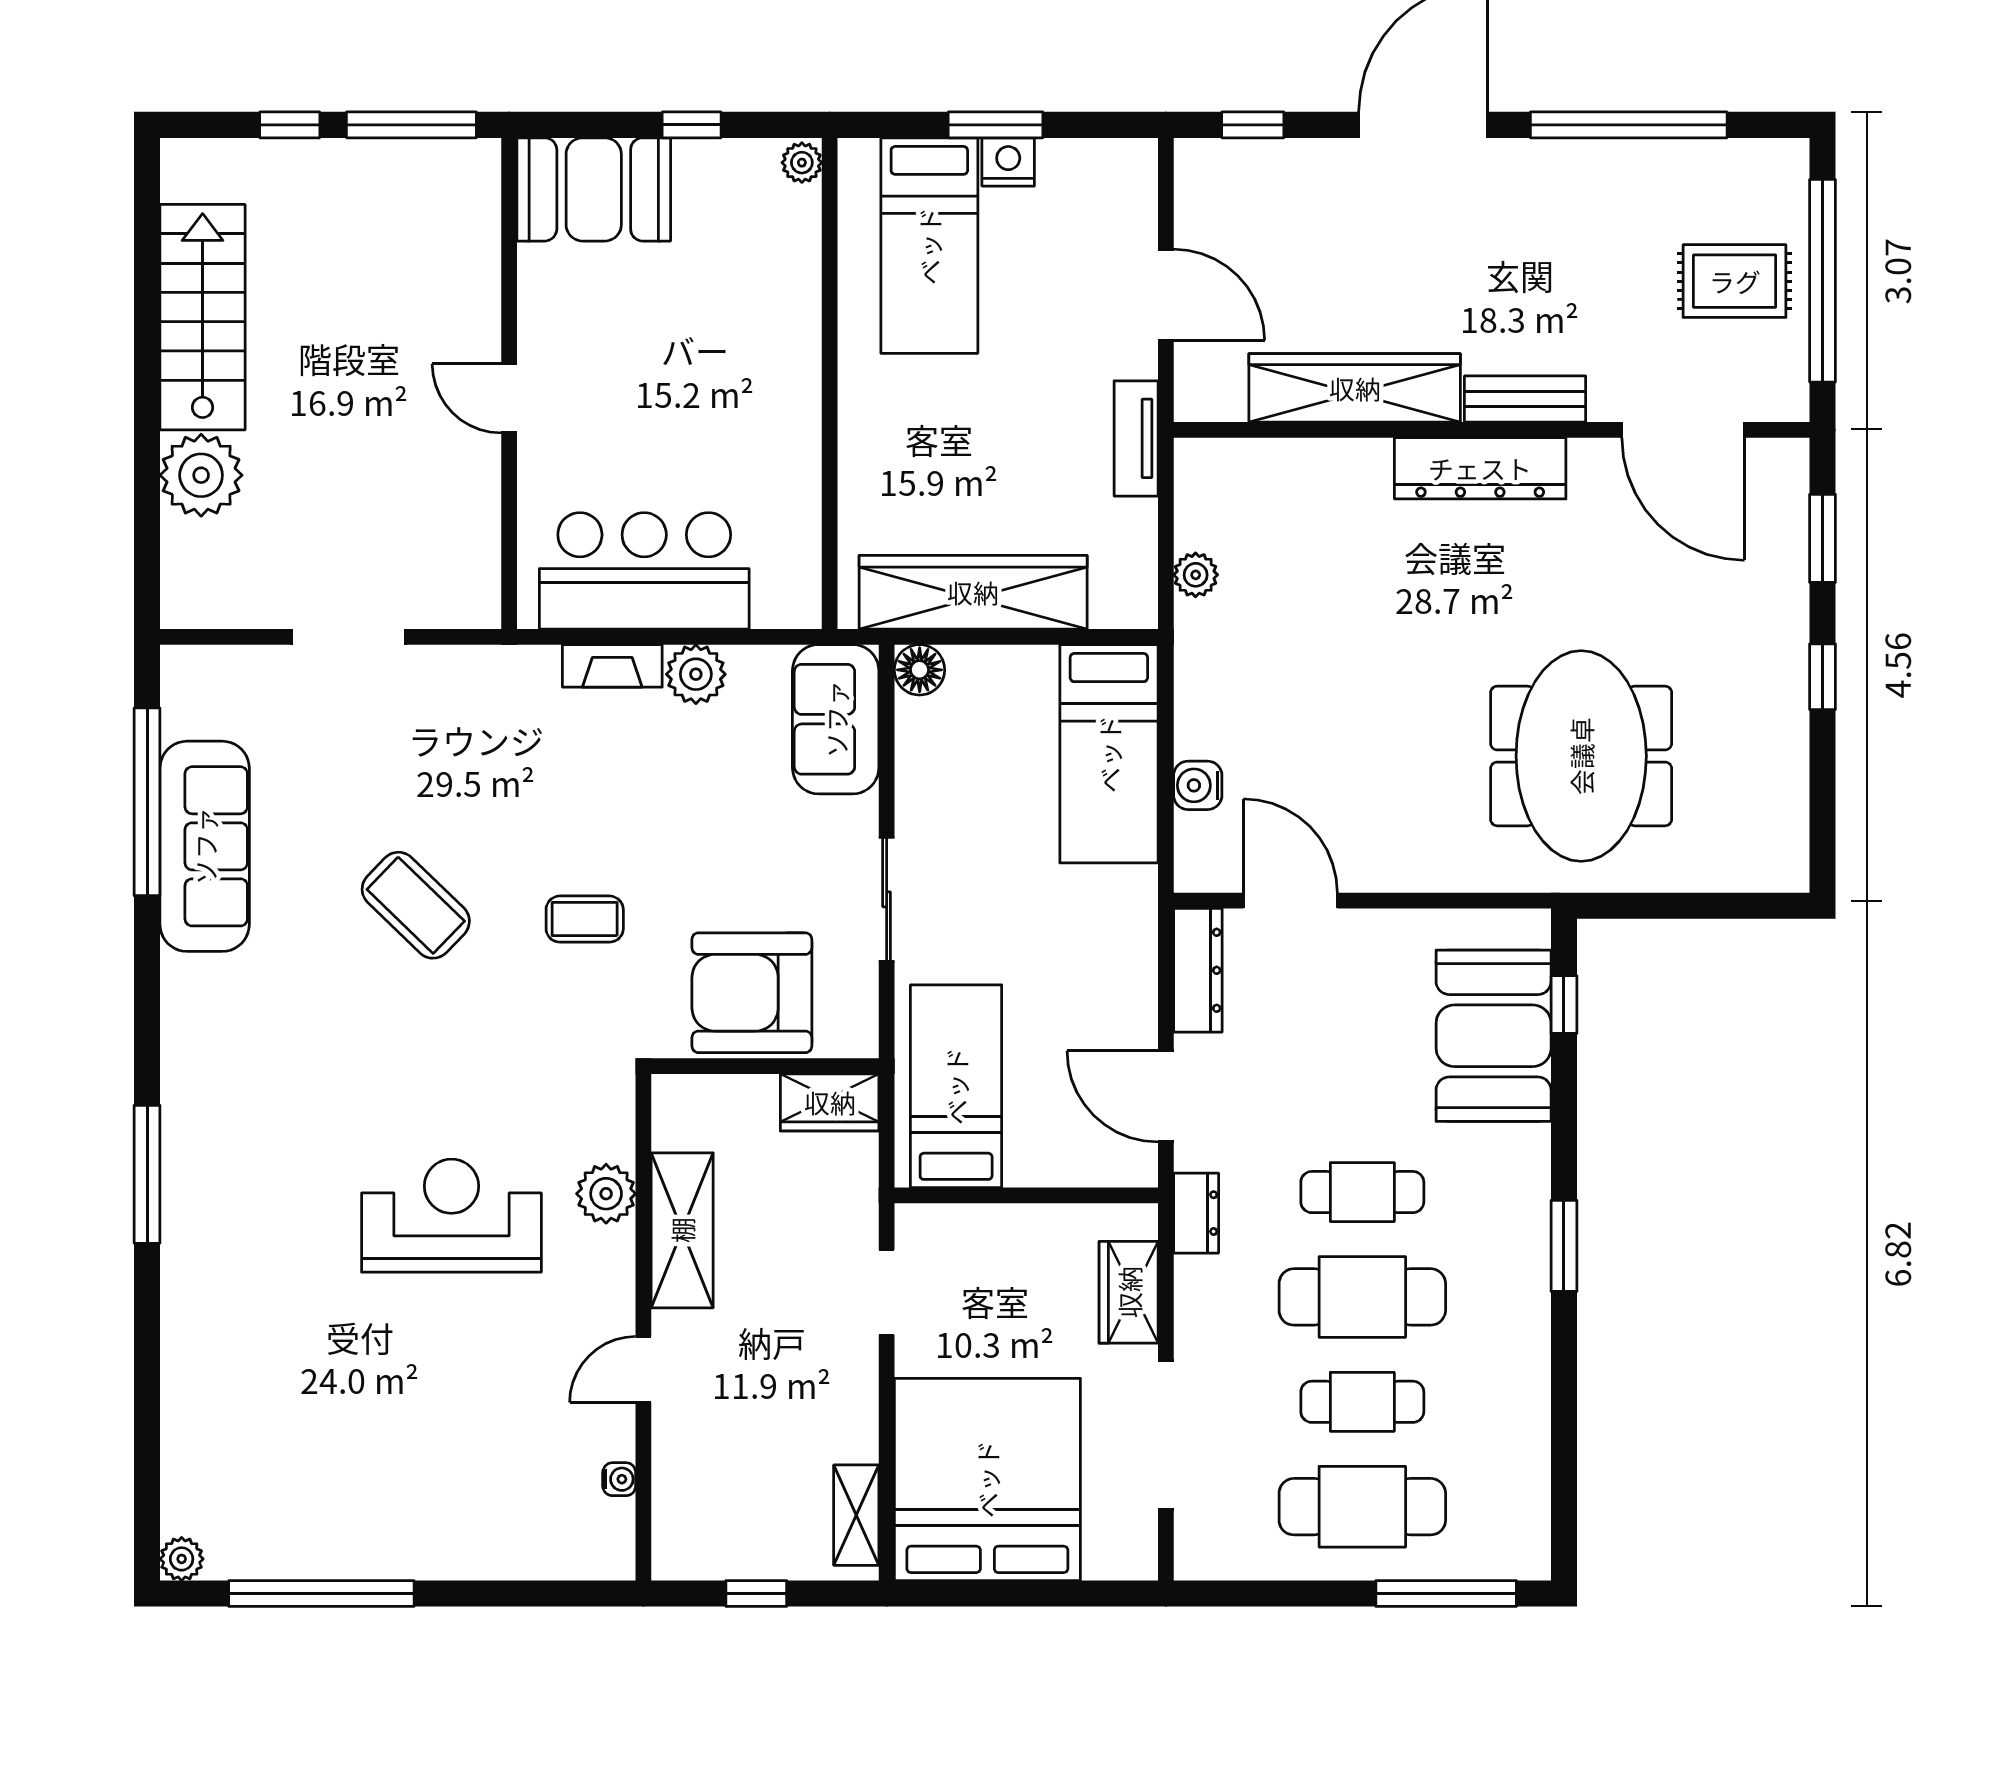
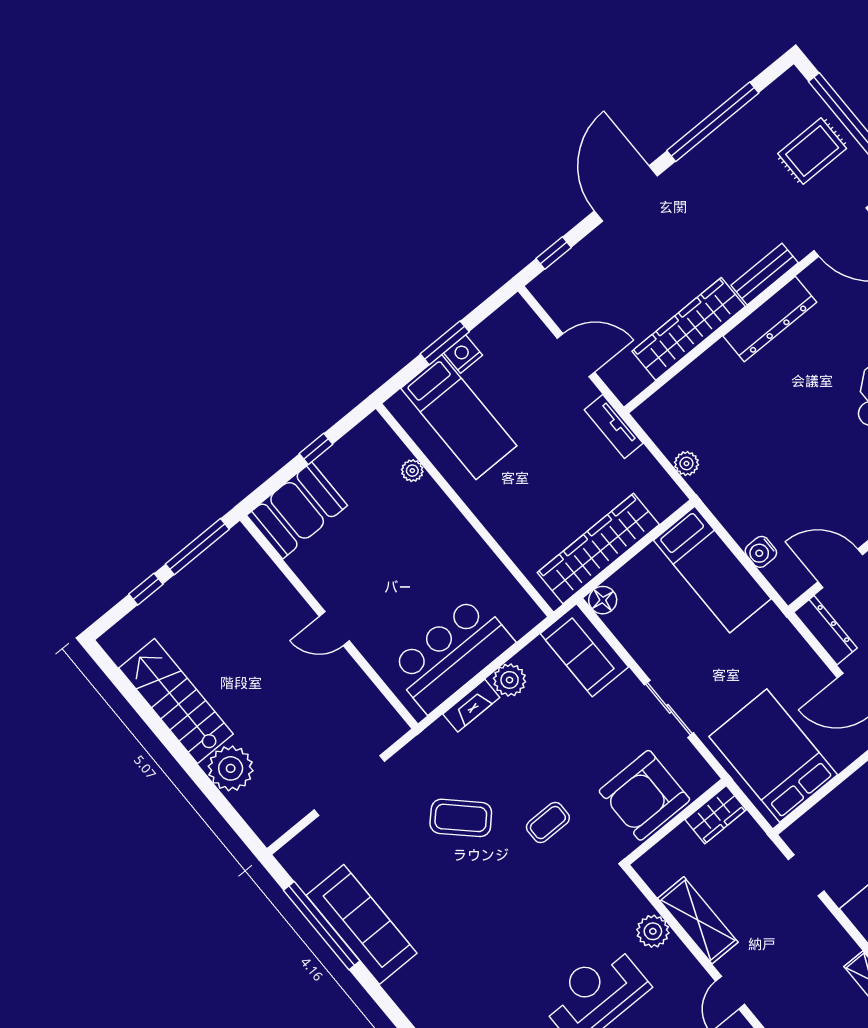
plant: (802, 163) -> (412, 471), moved
doorway: (348, 637) -> (349, 785), width x1.36
coffee table: (416, 905) -> (461, 818), moved
bed: (956, 1086) -> (773, 756), width x1.50

